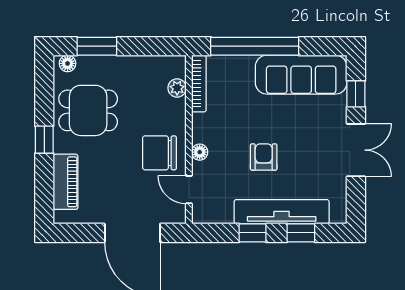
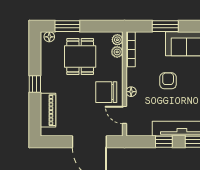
window: (255, 46) -> (165, 26), width x0.47
plant: (177, 68) -> (117, 40), added
dining table: (88, 110) -> (80, 57), moved, turned 90
armchair: (264, 157) -> (168, 81), moved

